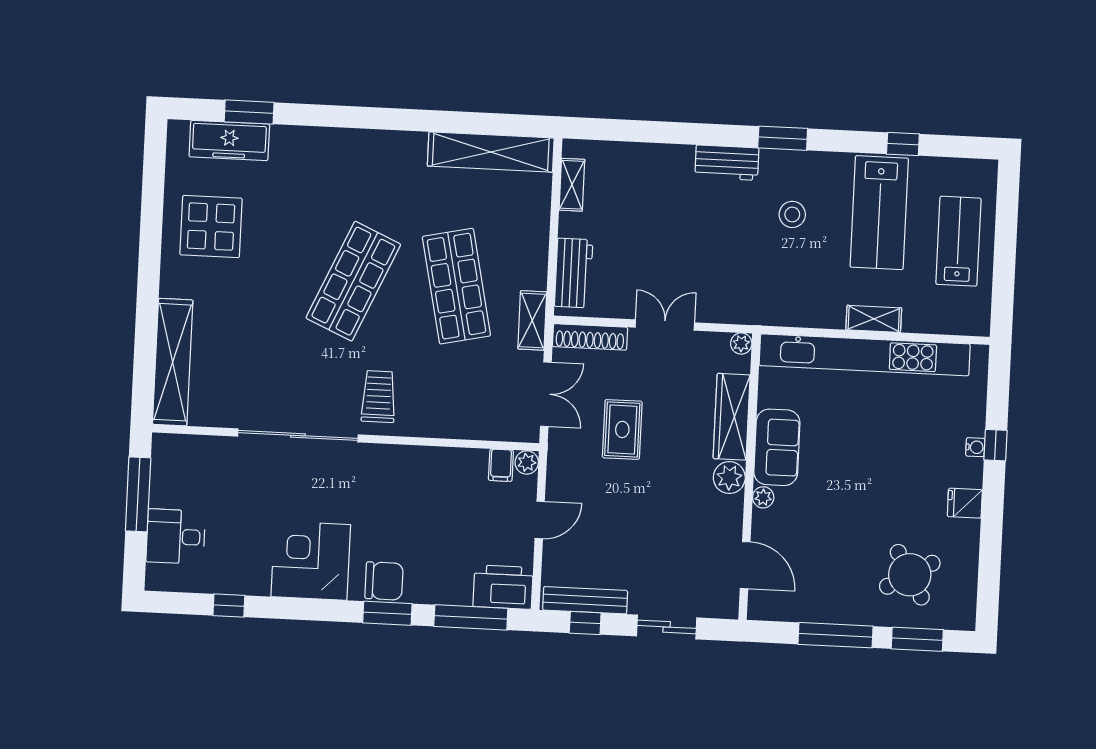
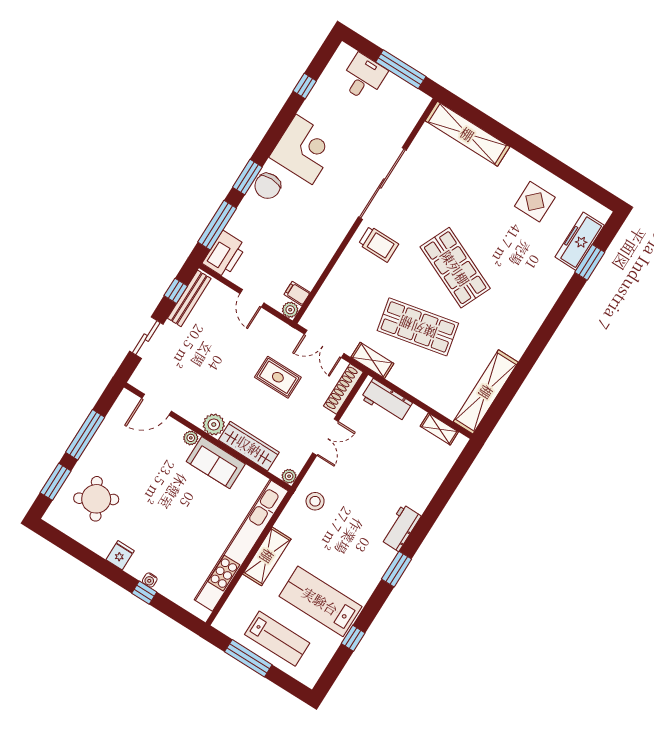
stool: (792, 214) -> (315, 501), moved
display table: (211, 227) -> (535, 202), width x0.73, depth x0.73
window: (1004, 264) -> (248, 658), added
shelving: (874, 319) -> (267, 556), width x1.50, depth x1.33

